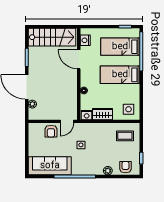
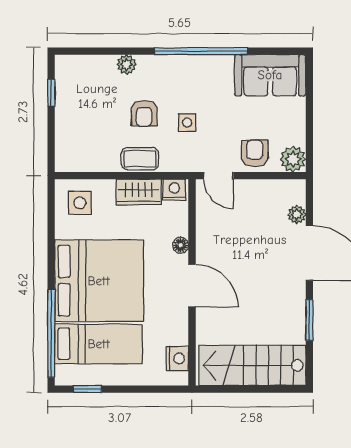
door: (79, 59) -> (192, 286), moved
bed: (120, 75) -> (99, 281), width x2.04
door: (67, 121) -> (218, 176), swing flipped
plant: (34, 129) -> (293, 159), added
coffee table: (125, 136) -> (140, 159), moved
sofa: (50, 166) -> (270, 75), width x0.73
armchair: (125, 167) -> (144, 113), moved

